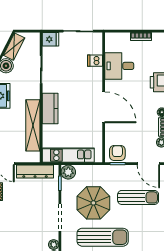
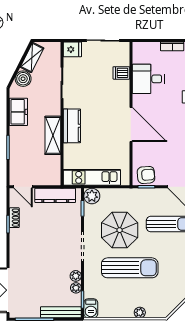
shelving: (33, 125) -> (53, 135), width x0.68
armchair: (117, 153) -> (146, 175), turned 85

